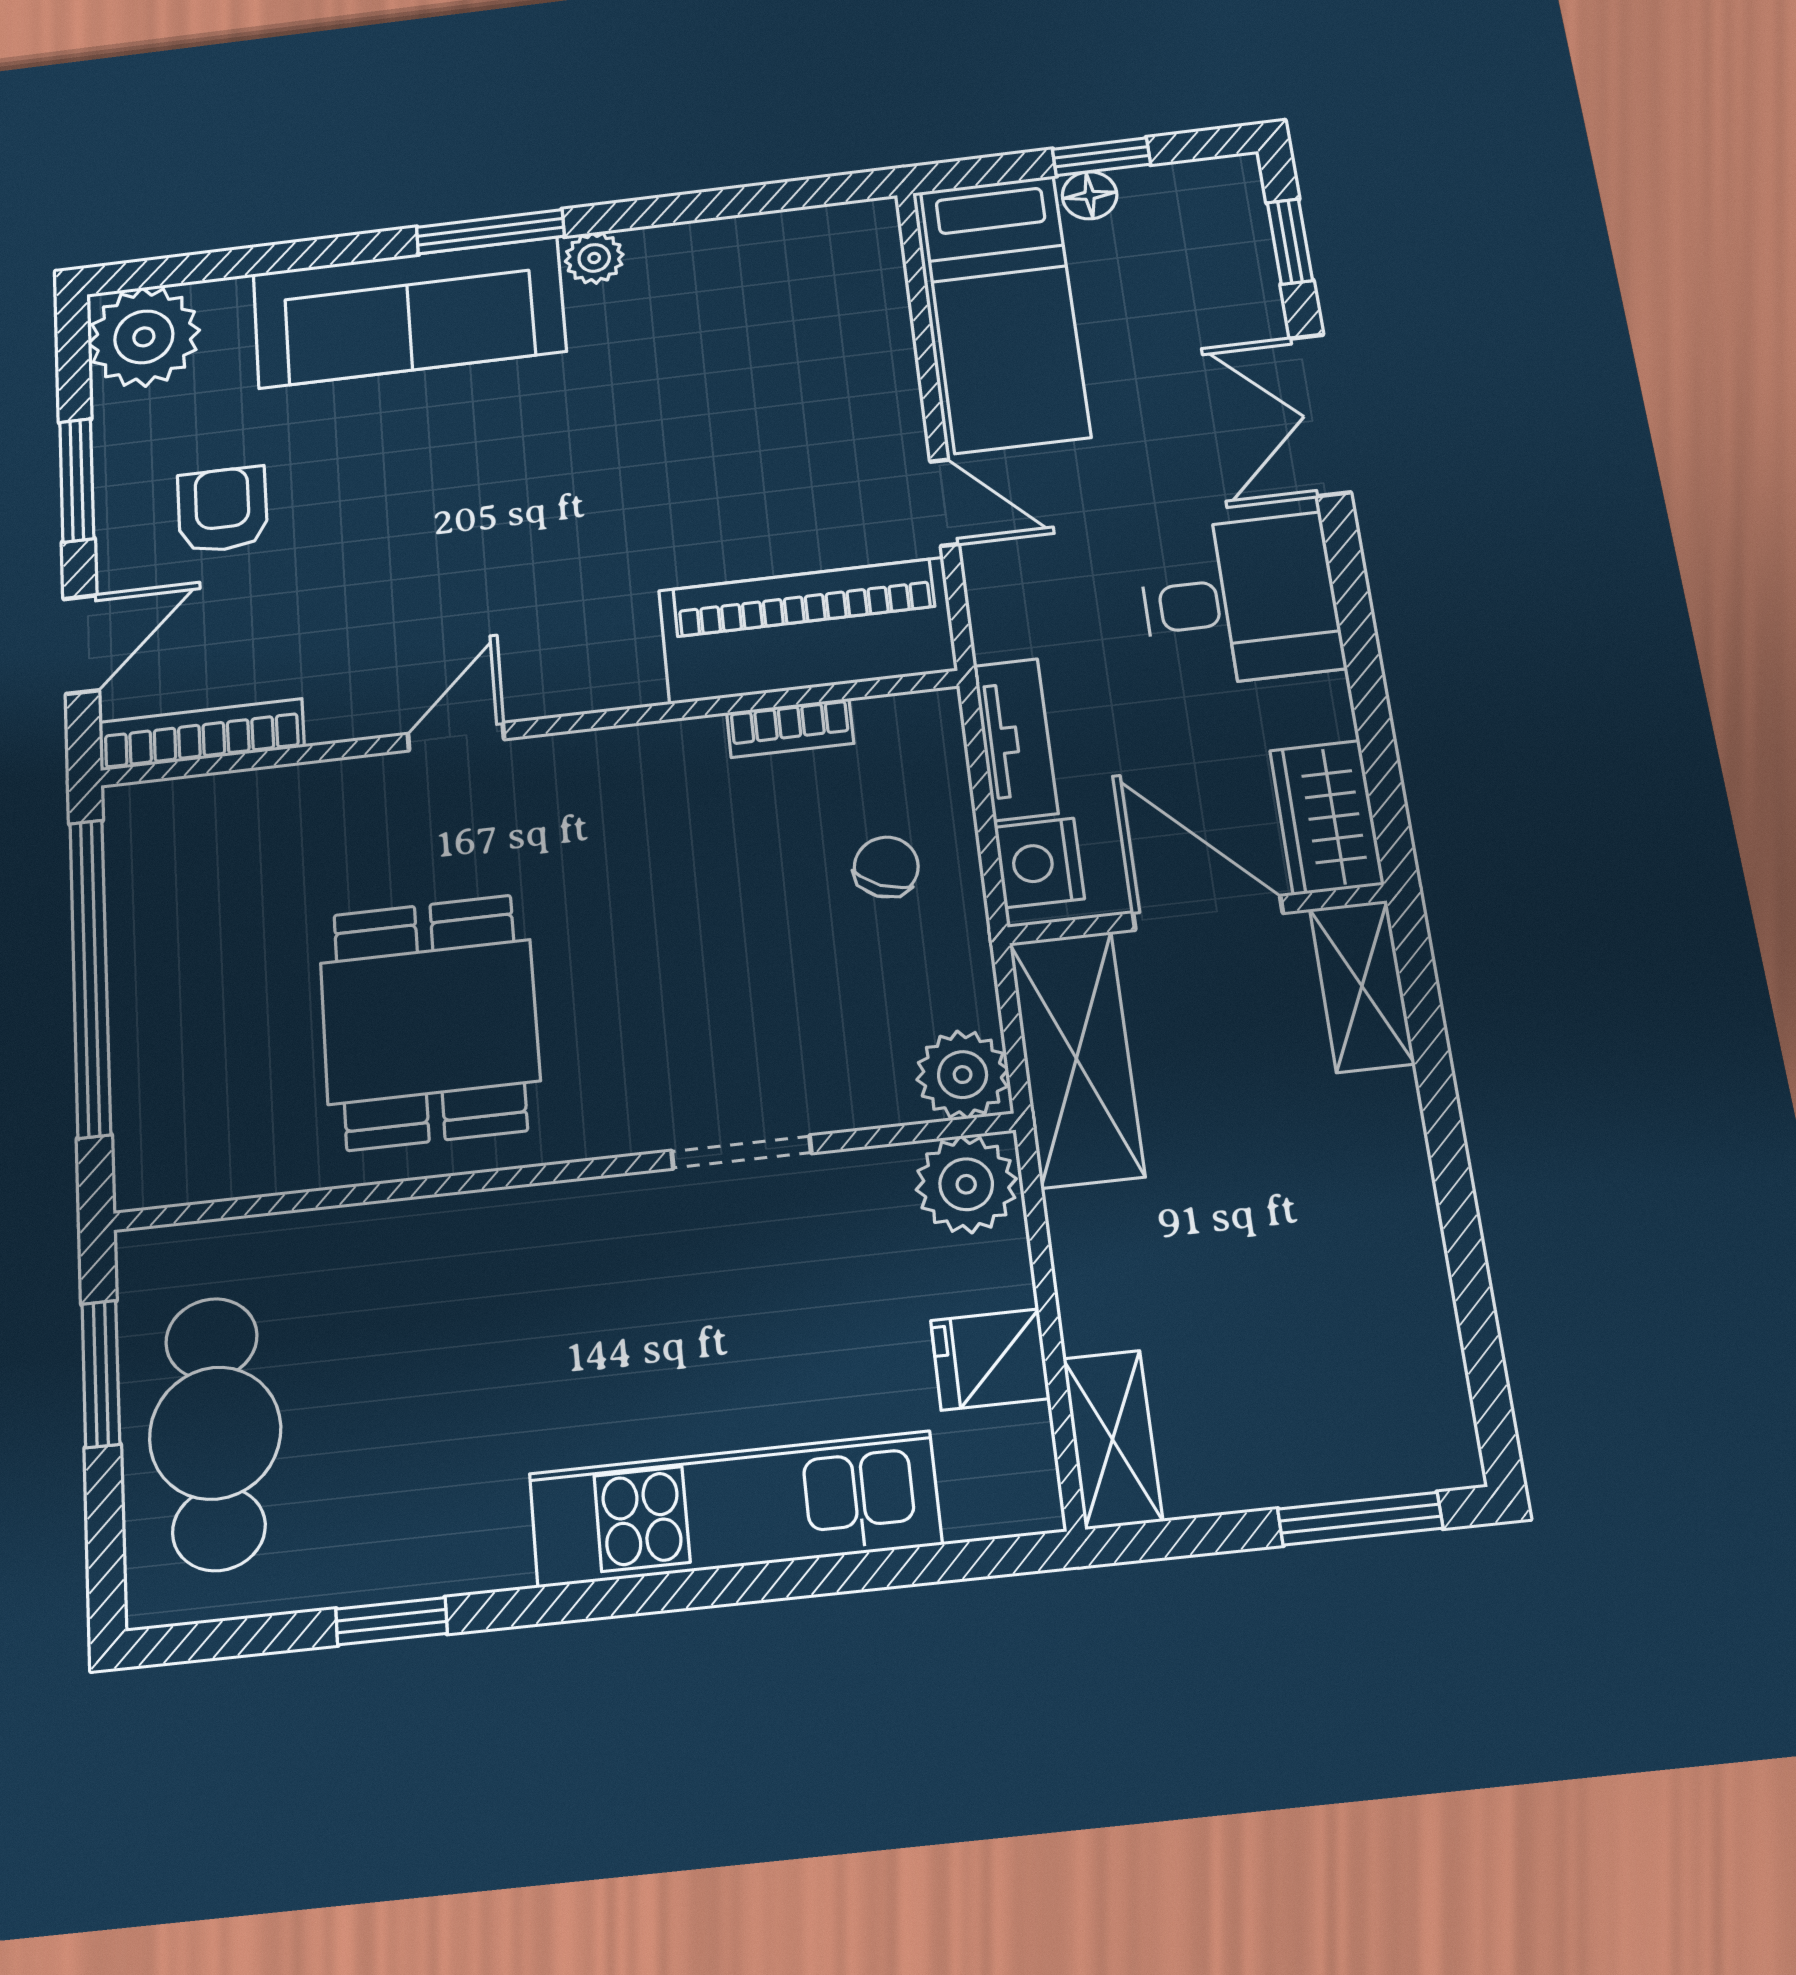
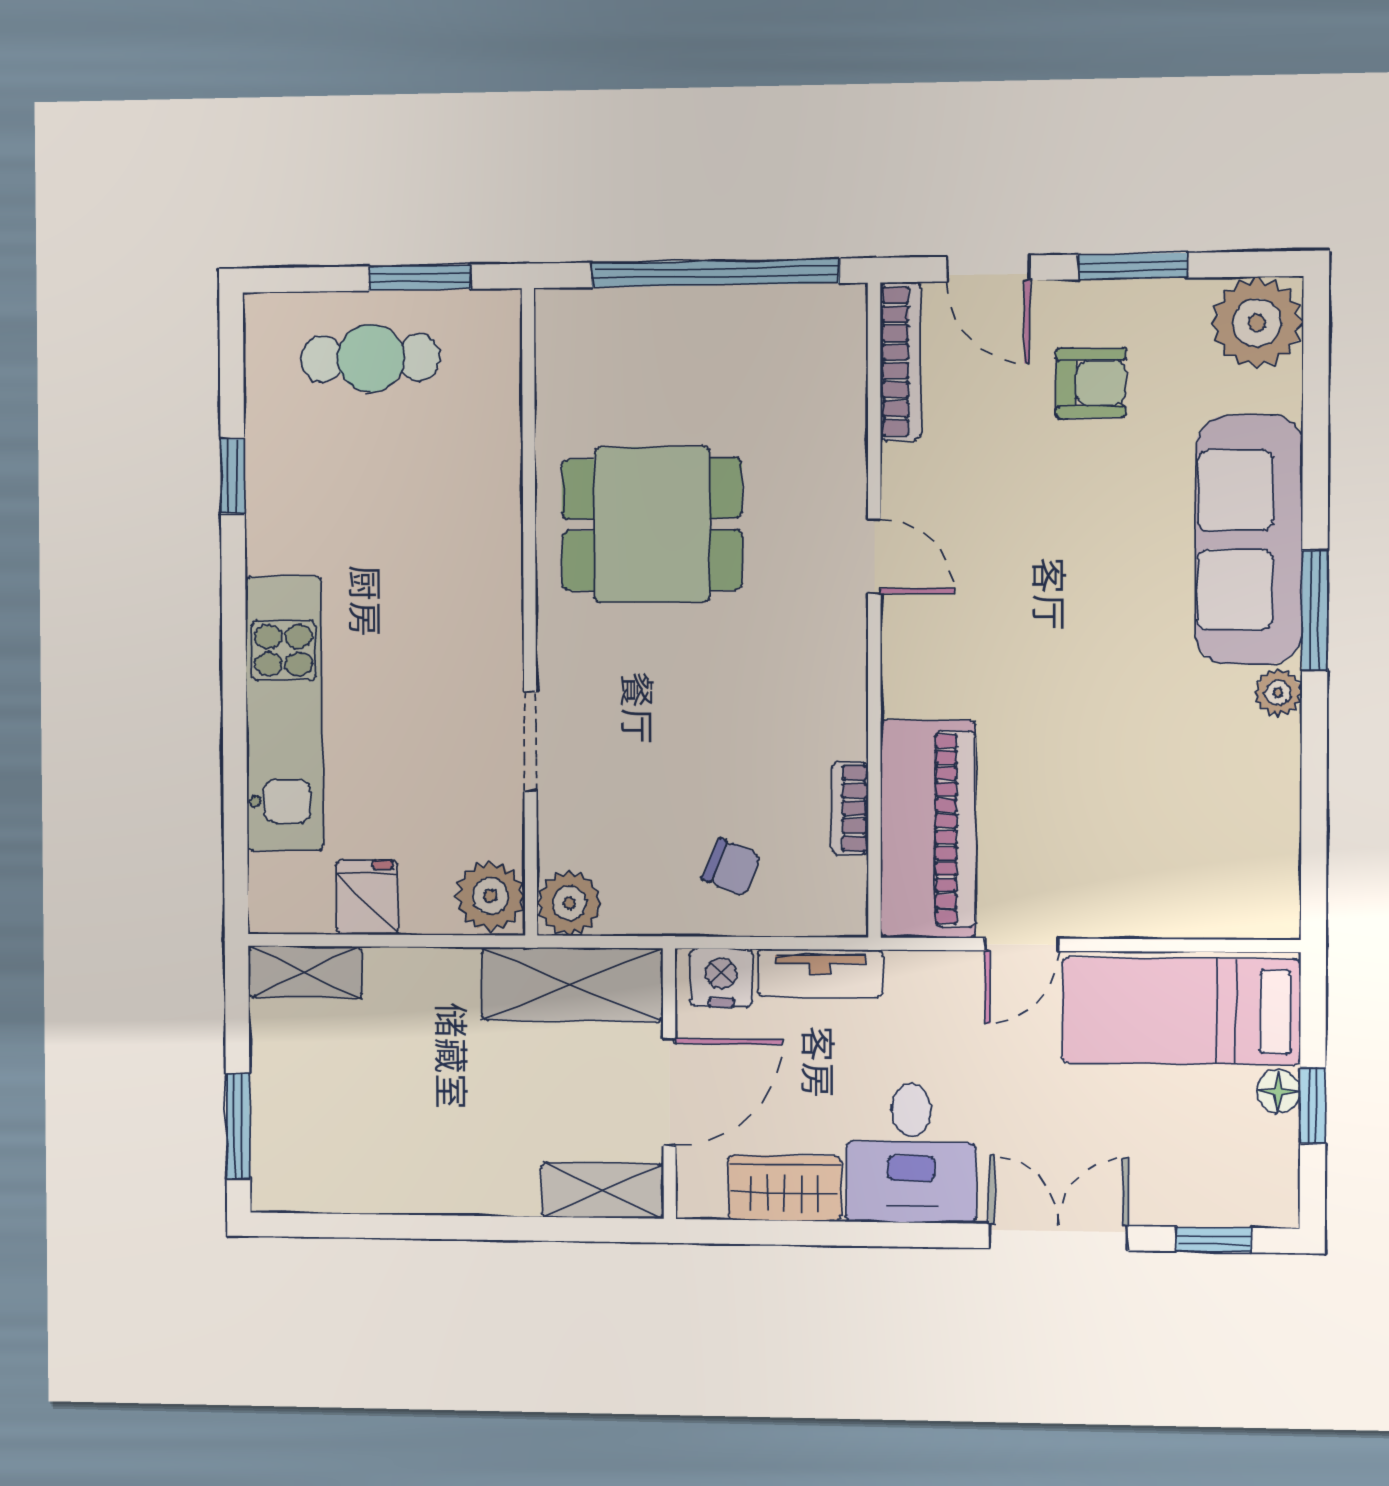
wardrobe: (1327, 817) -> (785, 1188), moved
cafe table: (215, 1433) -> (371, 358), width x0.73, depth x0.74

